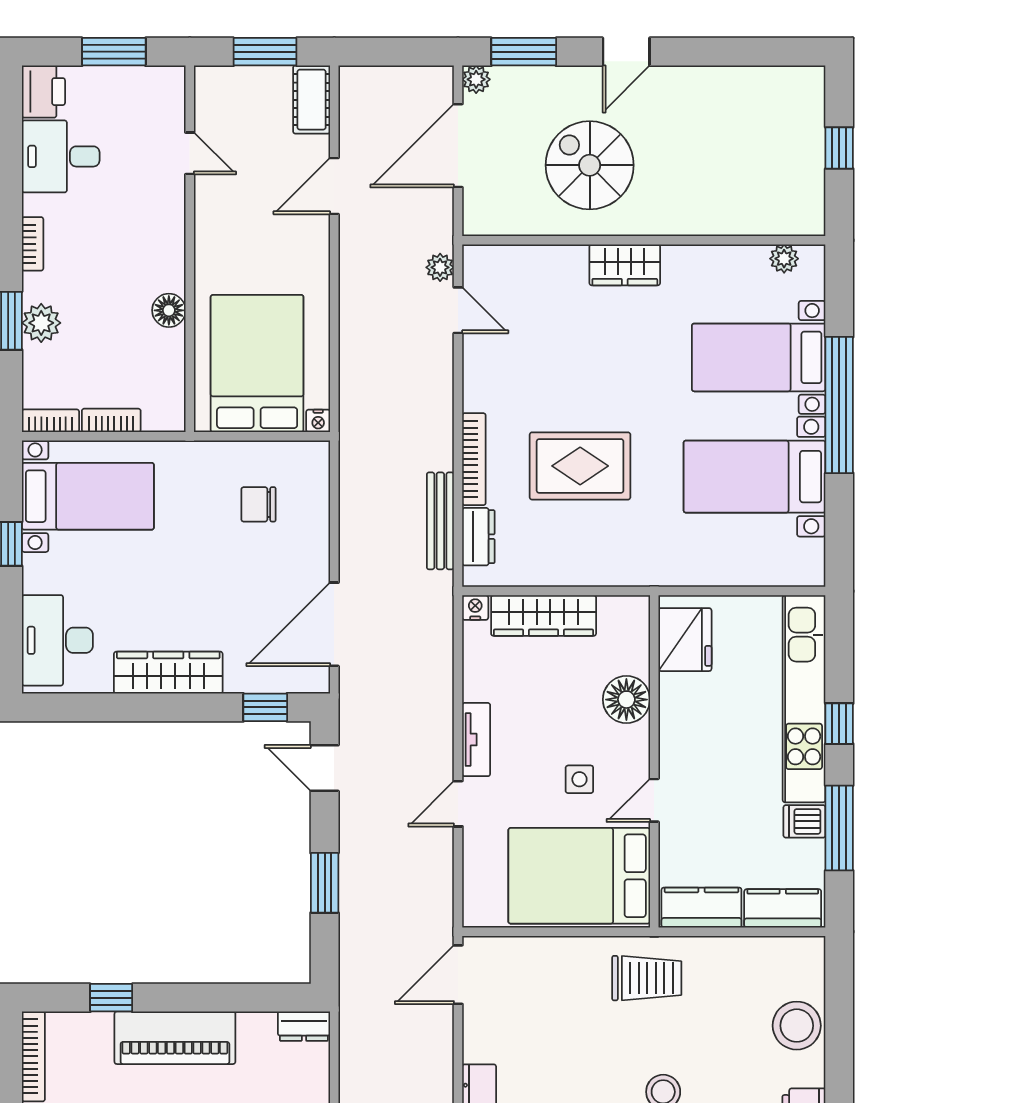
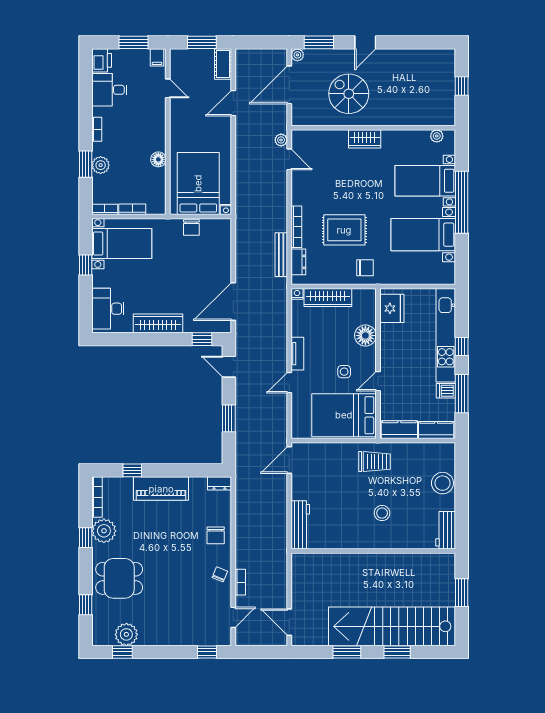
filing cabinet: (166, 85) -> (157, 57), added
chair: (258, 504) -> (191, 227), moved, turned -90
chair: (625, 550) -> (365, 268), added

